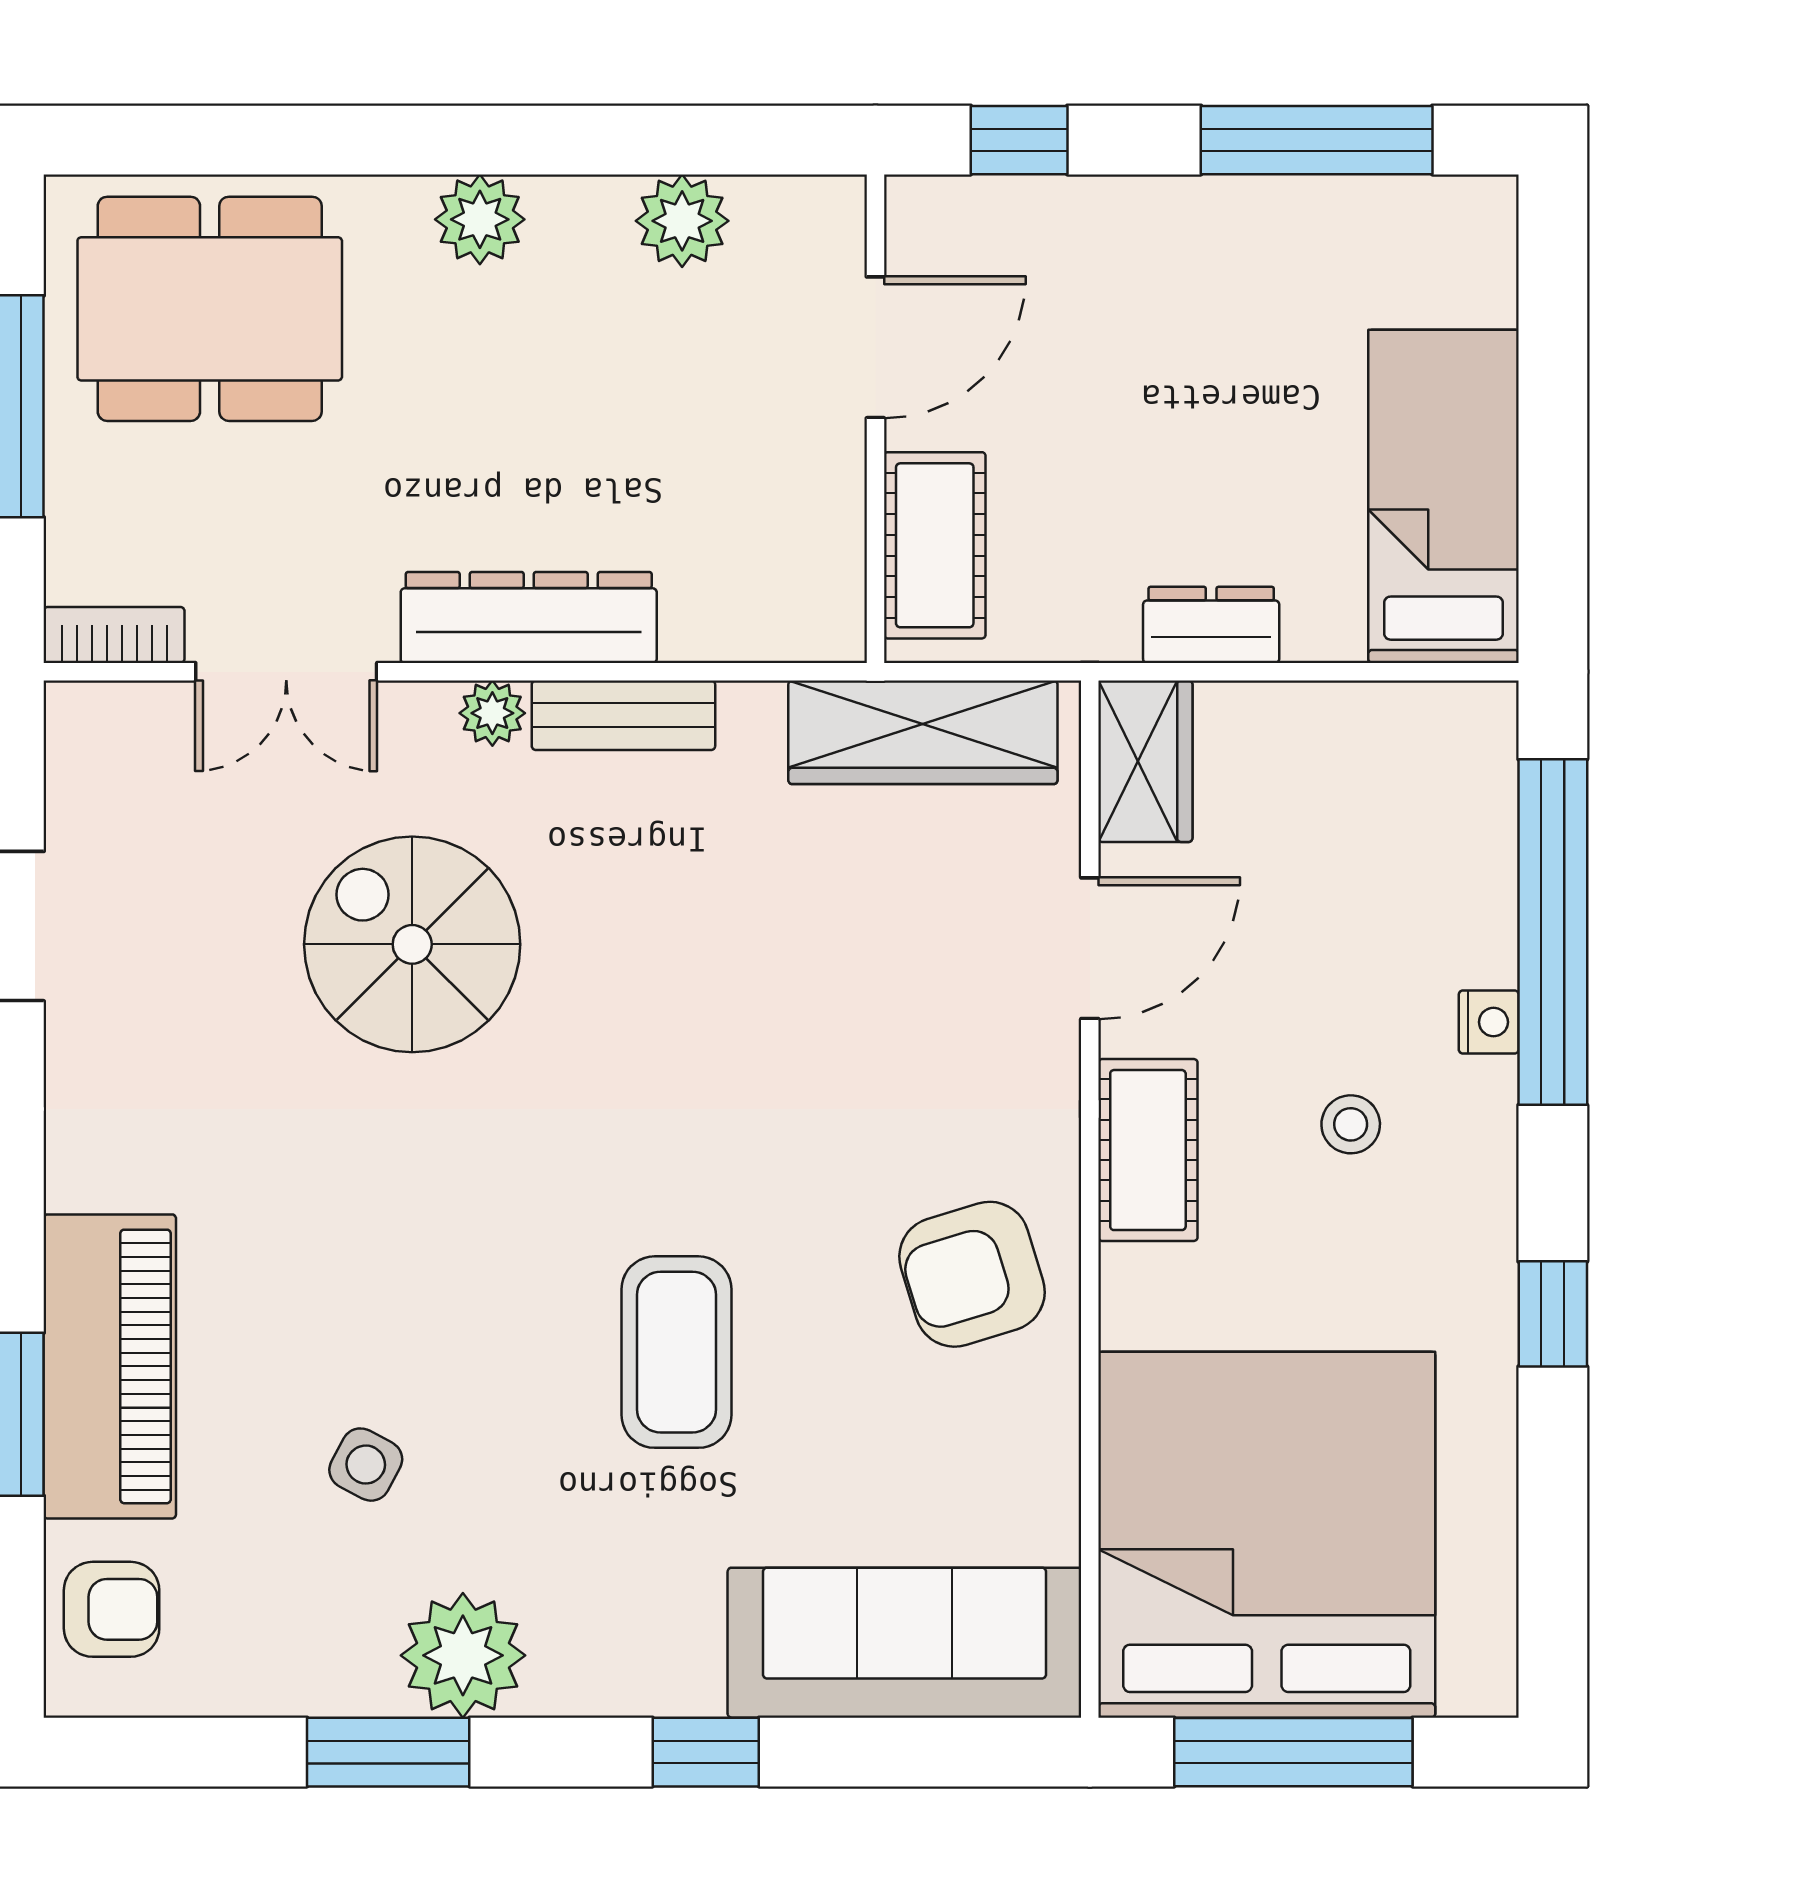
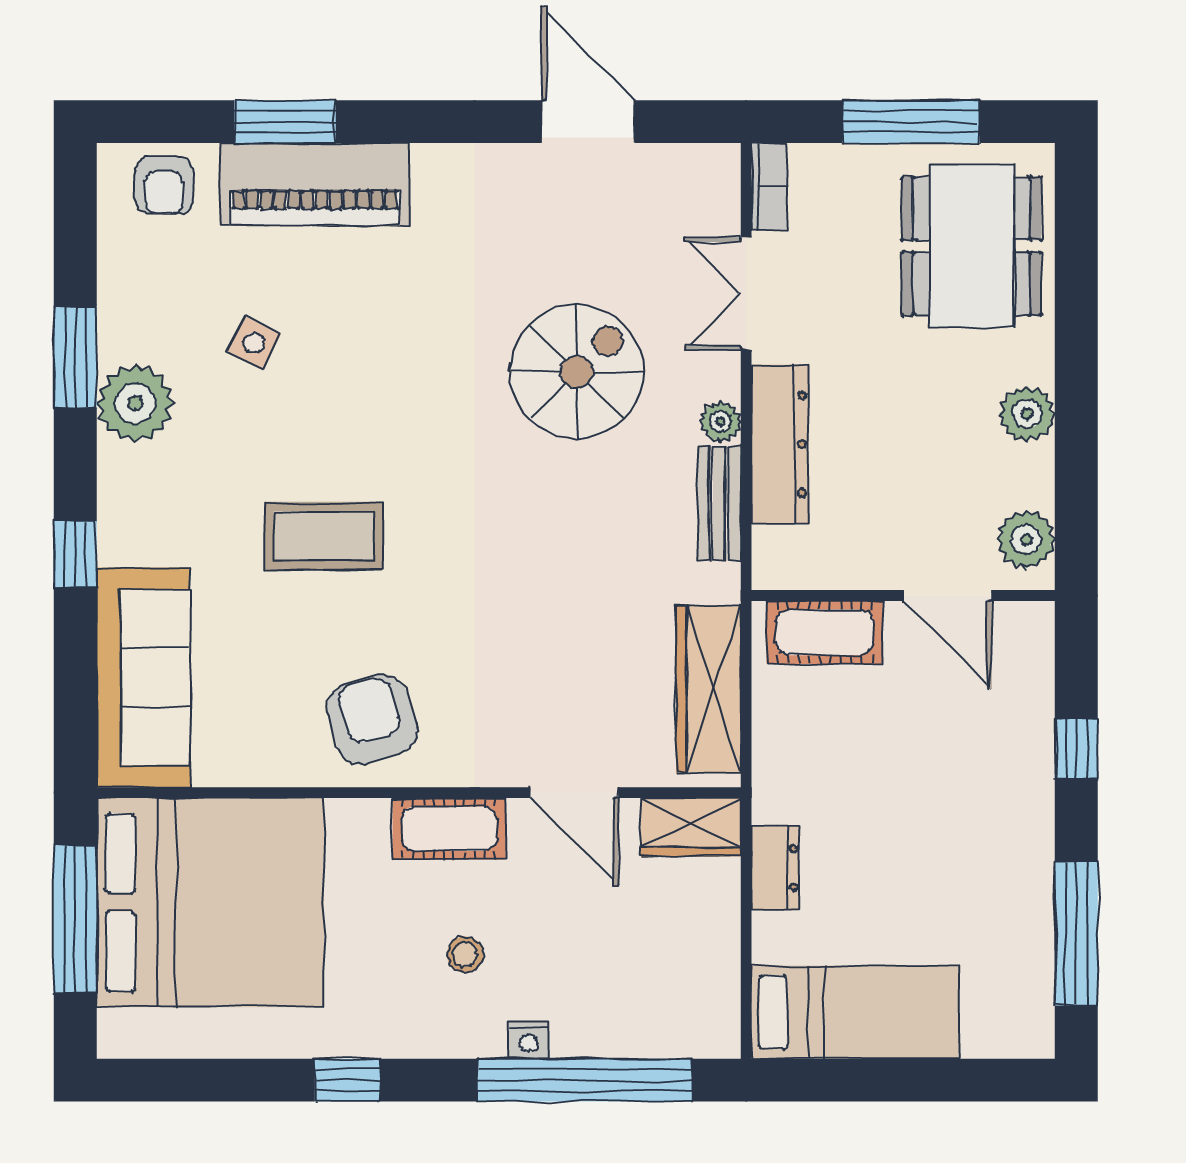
door: (875, 347) -> (948, 596), moved
wall: (875, 419) -> (903, 596), moved
cot: (935, 545) -> (825, 632), moved

